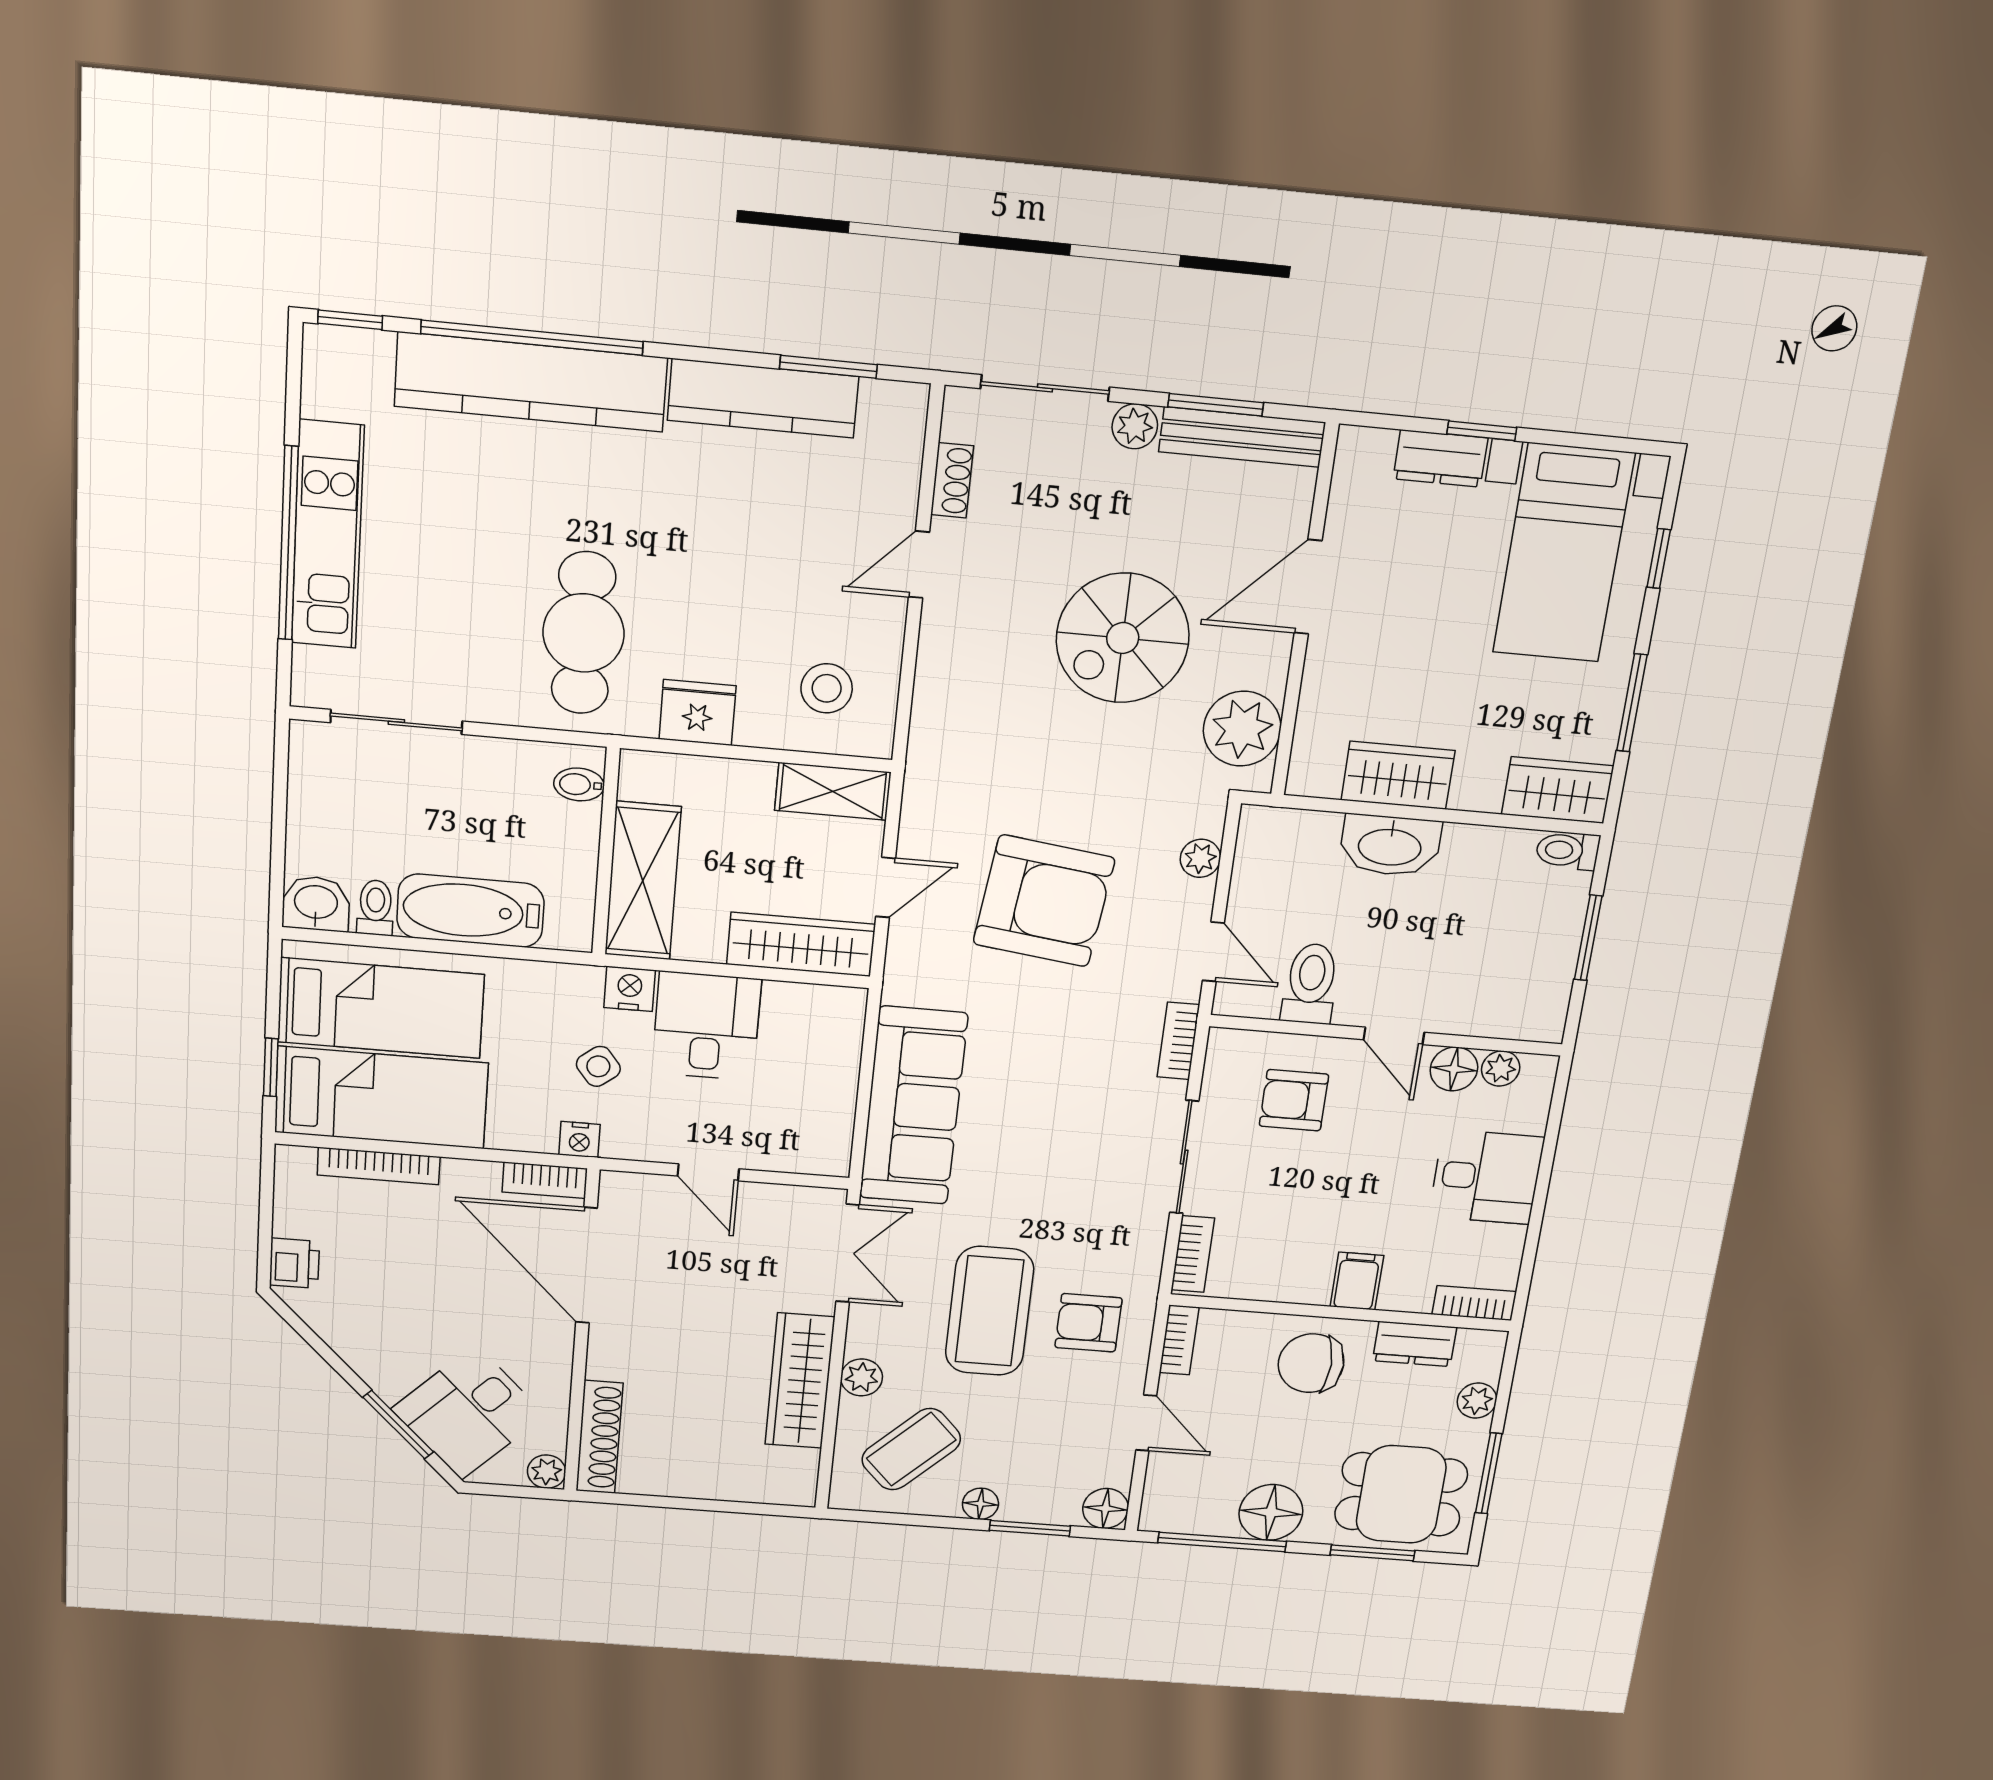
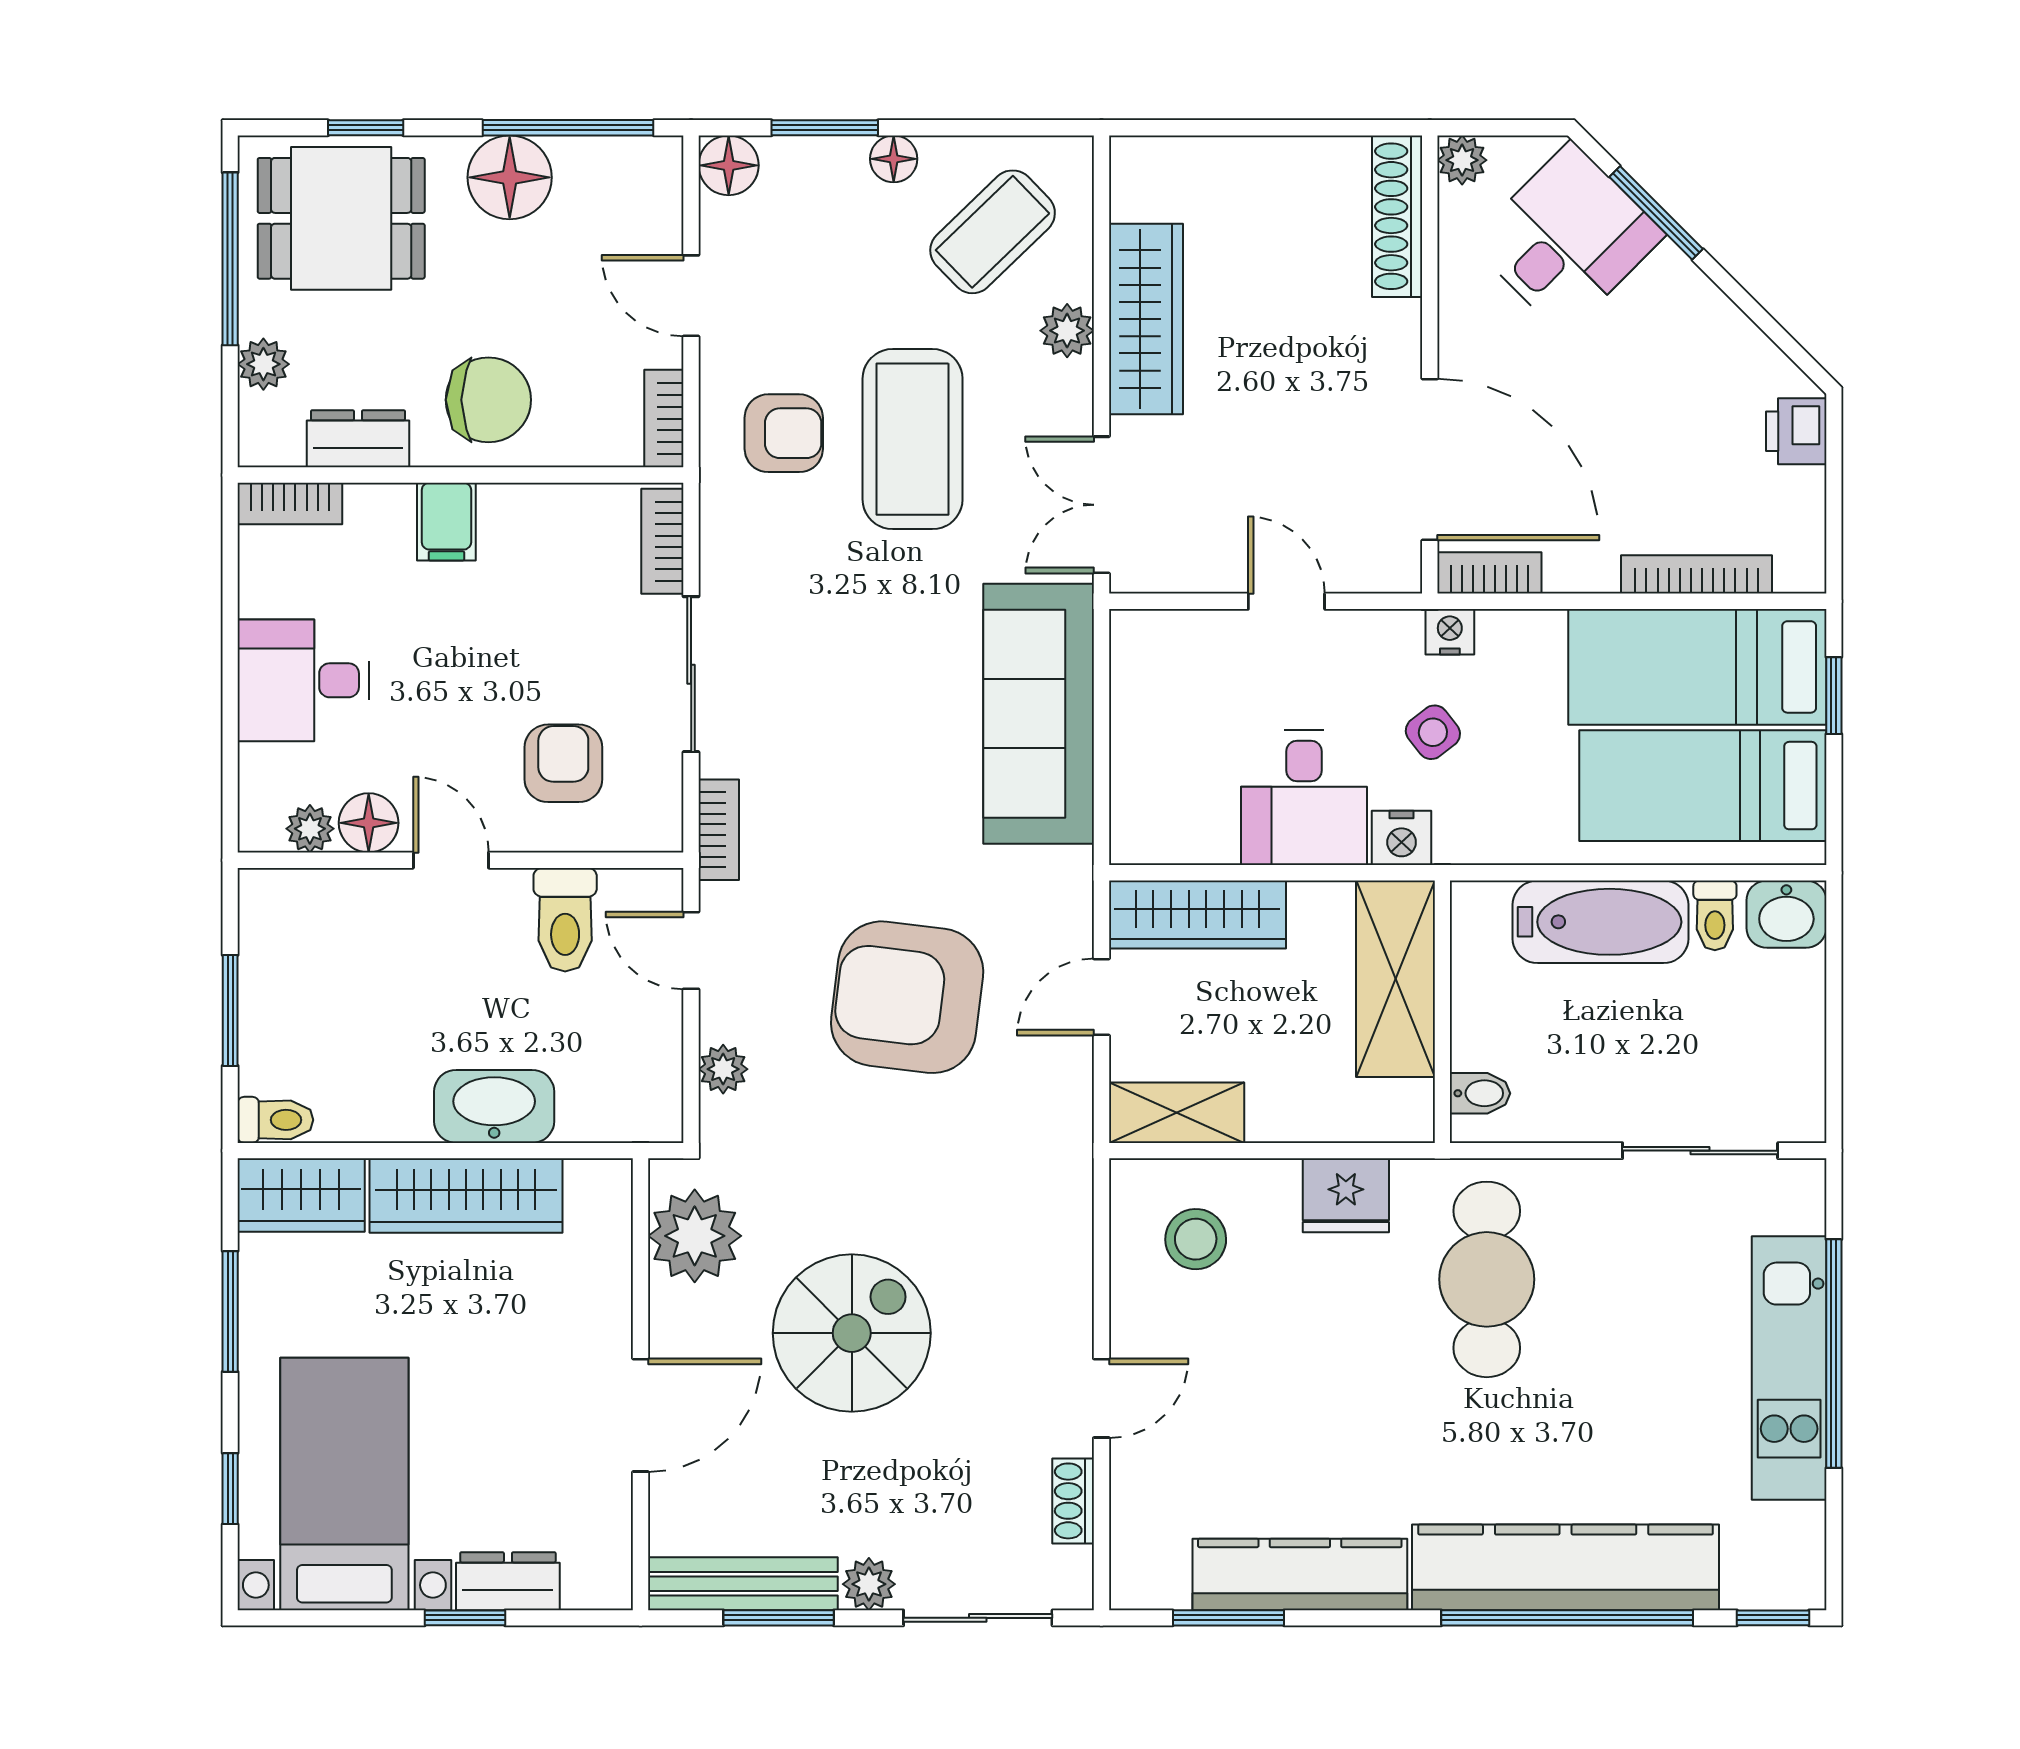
wardrobe: (1398, 775) -> (466, 1195), width x1.50
armchair: (1294, 1100) -> (563, 763), turned -90
window: (1489, 1473) -> (230, 259), width x1.44
window: (1372, 1553) -> (366, 128), width x0.67

